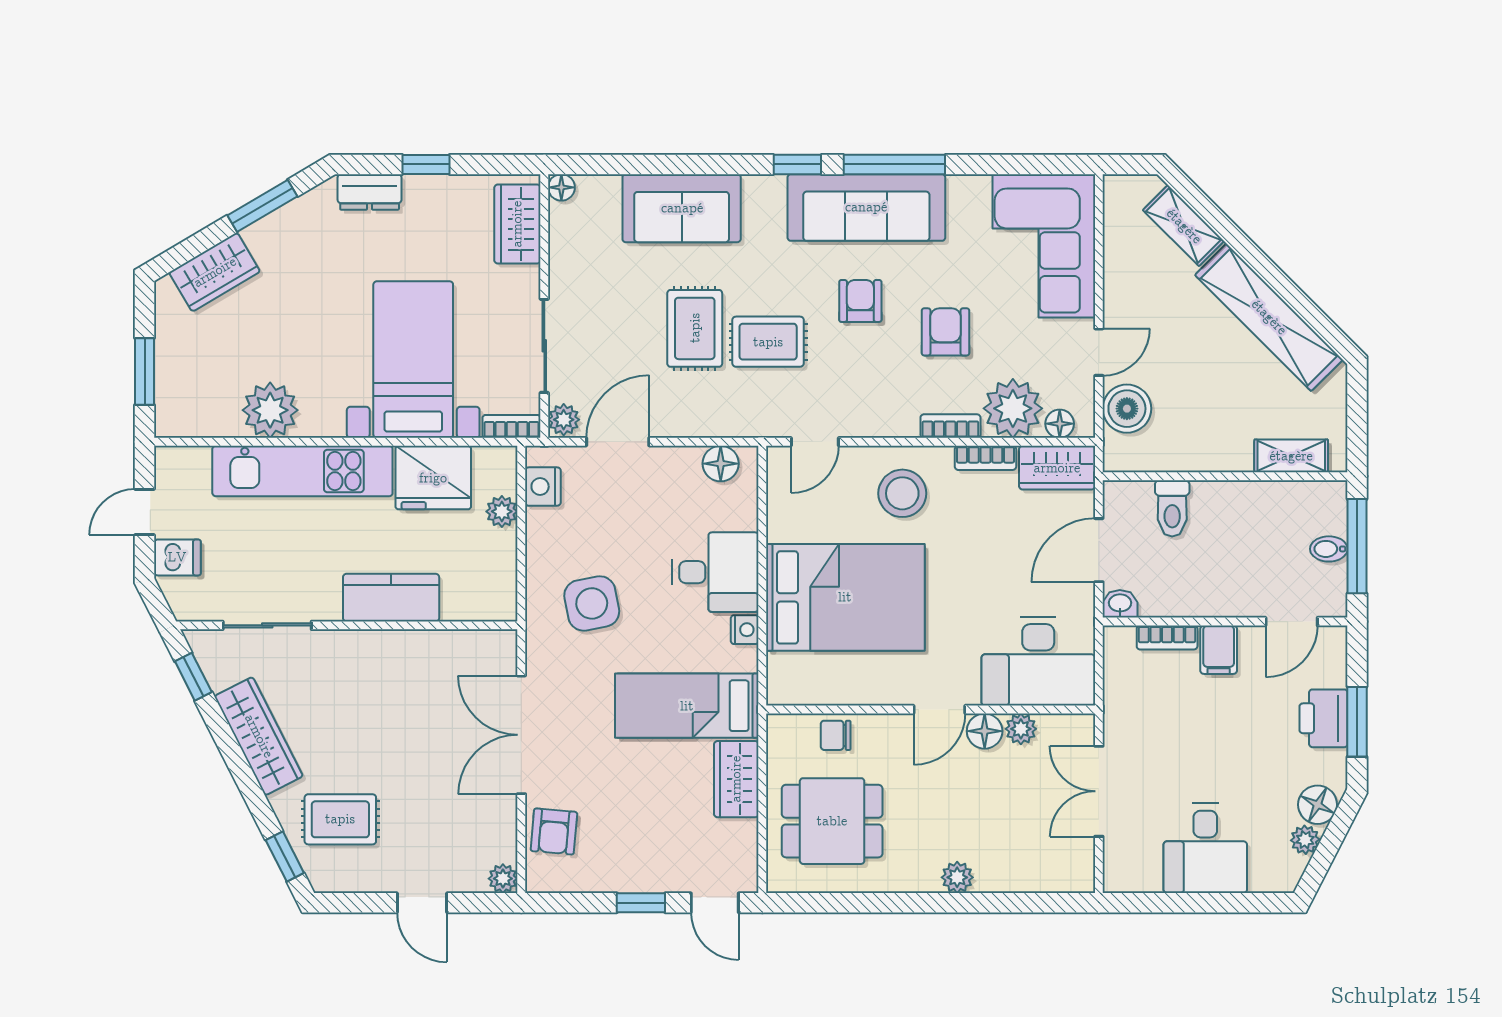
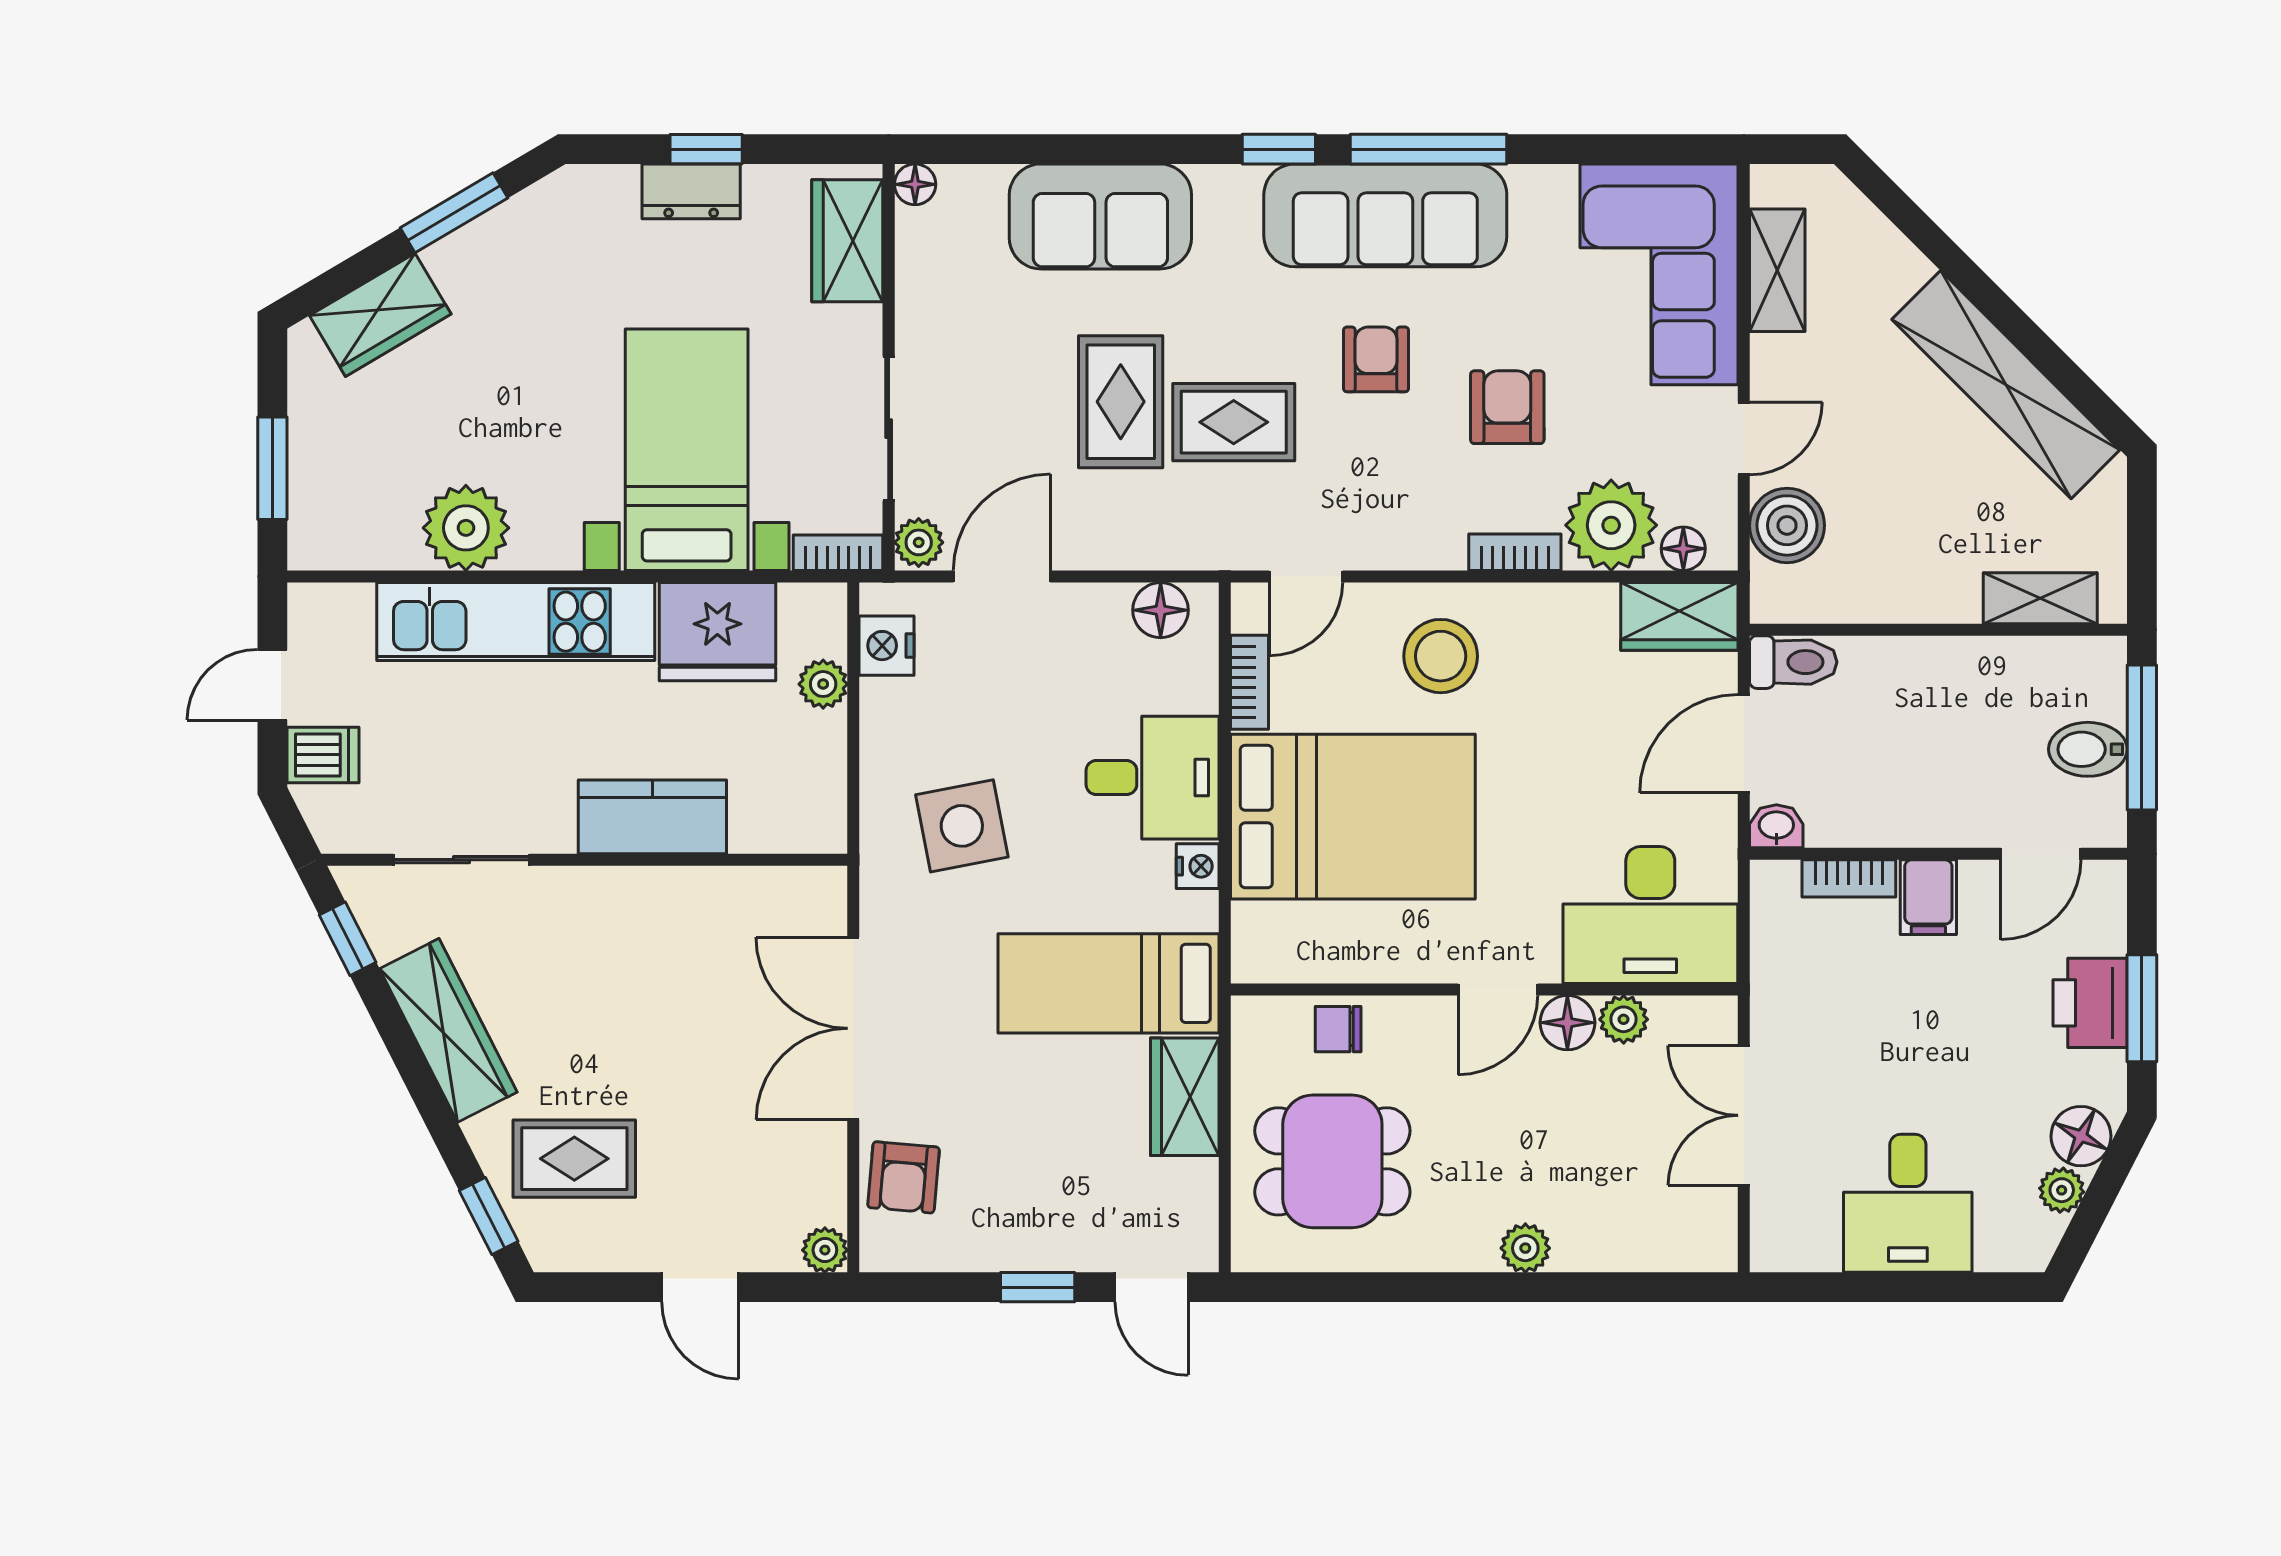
dresser: (370, 192) -> (691, 191), moved
shelving: (1184, 226) -> (1777, 270), moved, turned 45
bookcase: (985, 458) -> (1250, 682), moved, turned -90
toilet: (1172, 508) -> (1793, 662), moved, turned -90
bidet: (1329, 549) -> (2088, 749), width x1.38, depth x1.36

